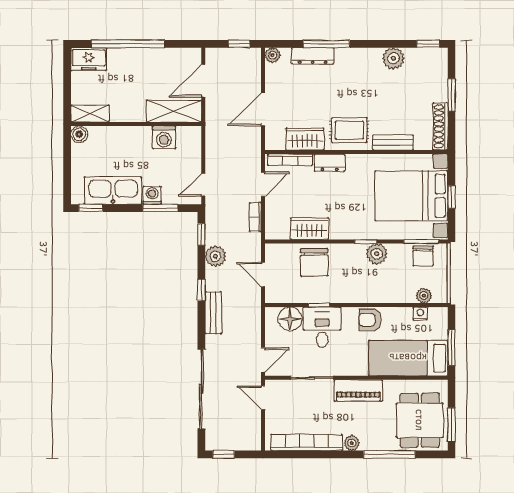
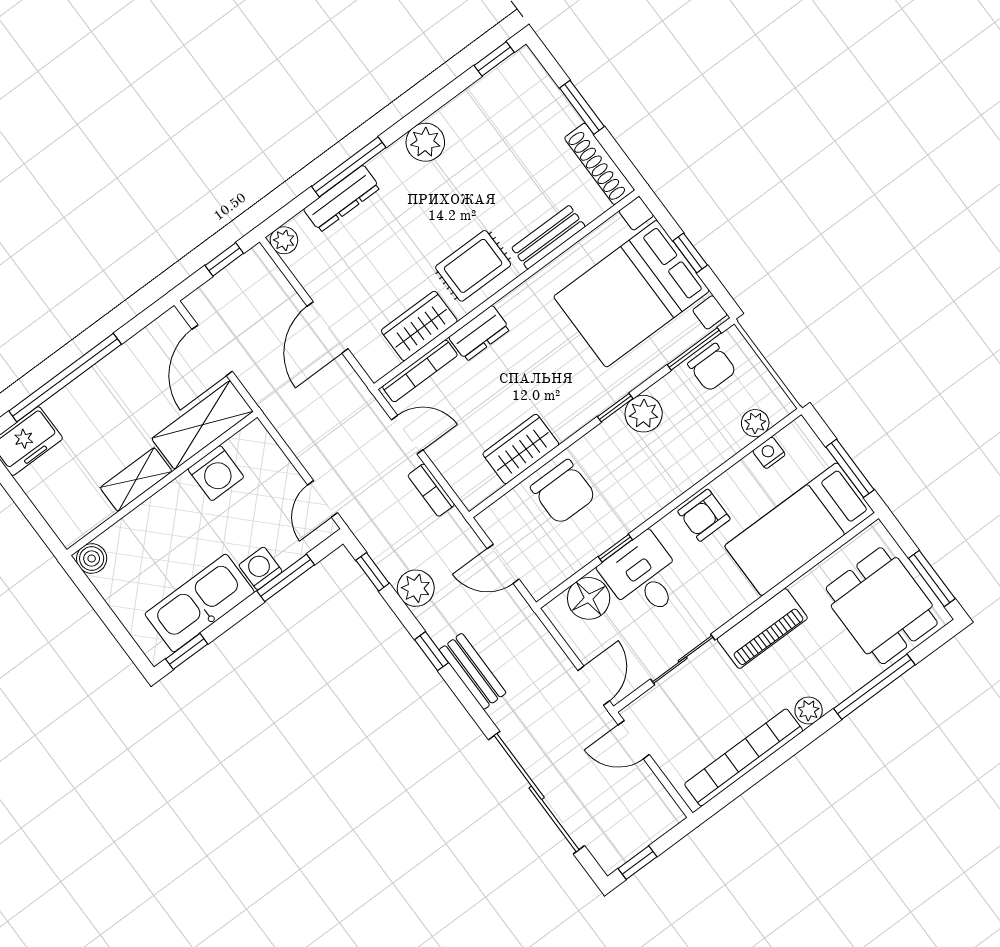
plant: (393, 58) -> (425, 142), moved
shelving: (90, 114) -> (136, 480), moved
door: (263, 184) -> (407, 435), hinge flipped

